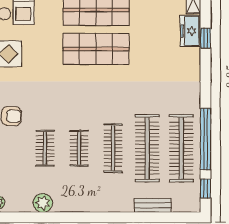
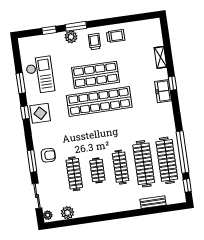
freezer: (190, 31) -> (163, 91), moved
shop shelf: (96, 49) -> (99, 101), width x1.40
clothes rail: (45, 148) -> (74, 174), width x1.36
plant: (43, 203) -> (67, 213), moved

